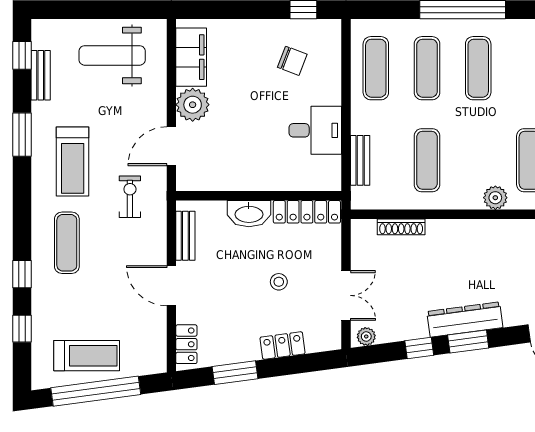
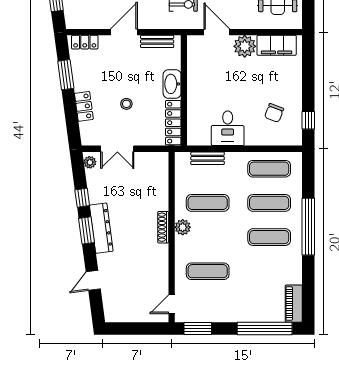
plant: (495, 198) -> (183, 227), moved
shoe rack: (401, 227) -> (163, 227), moved

